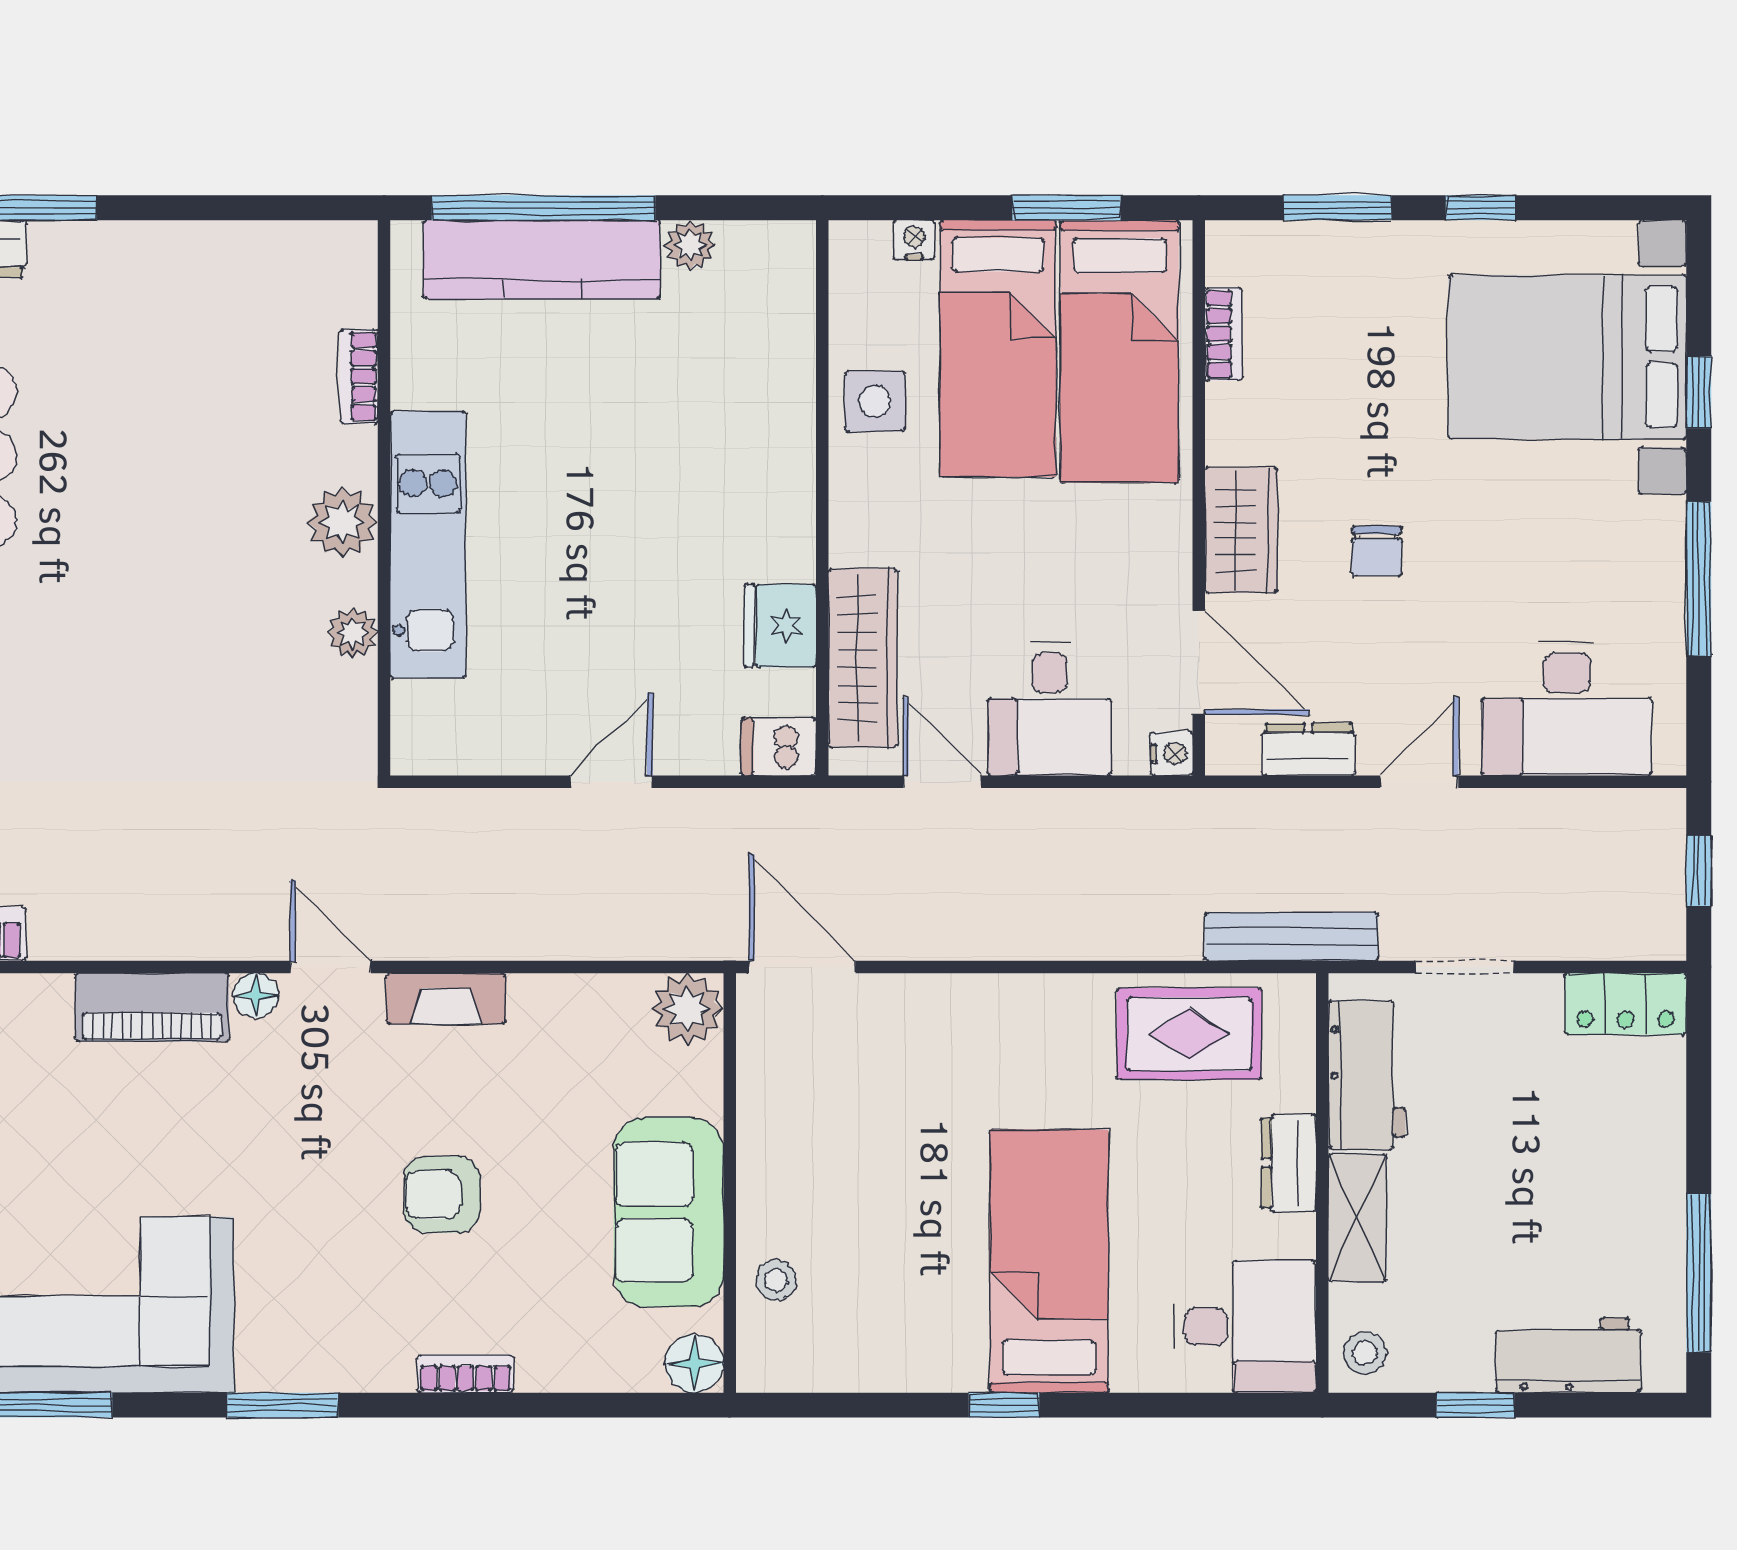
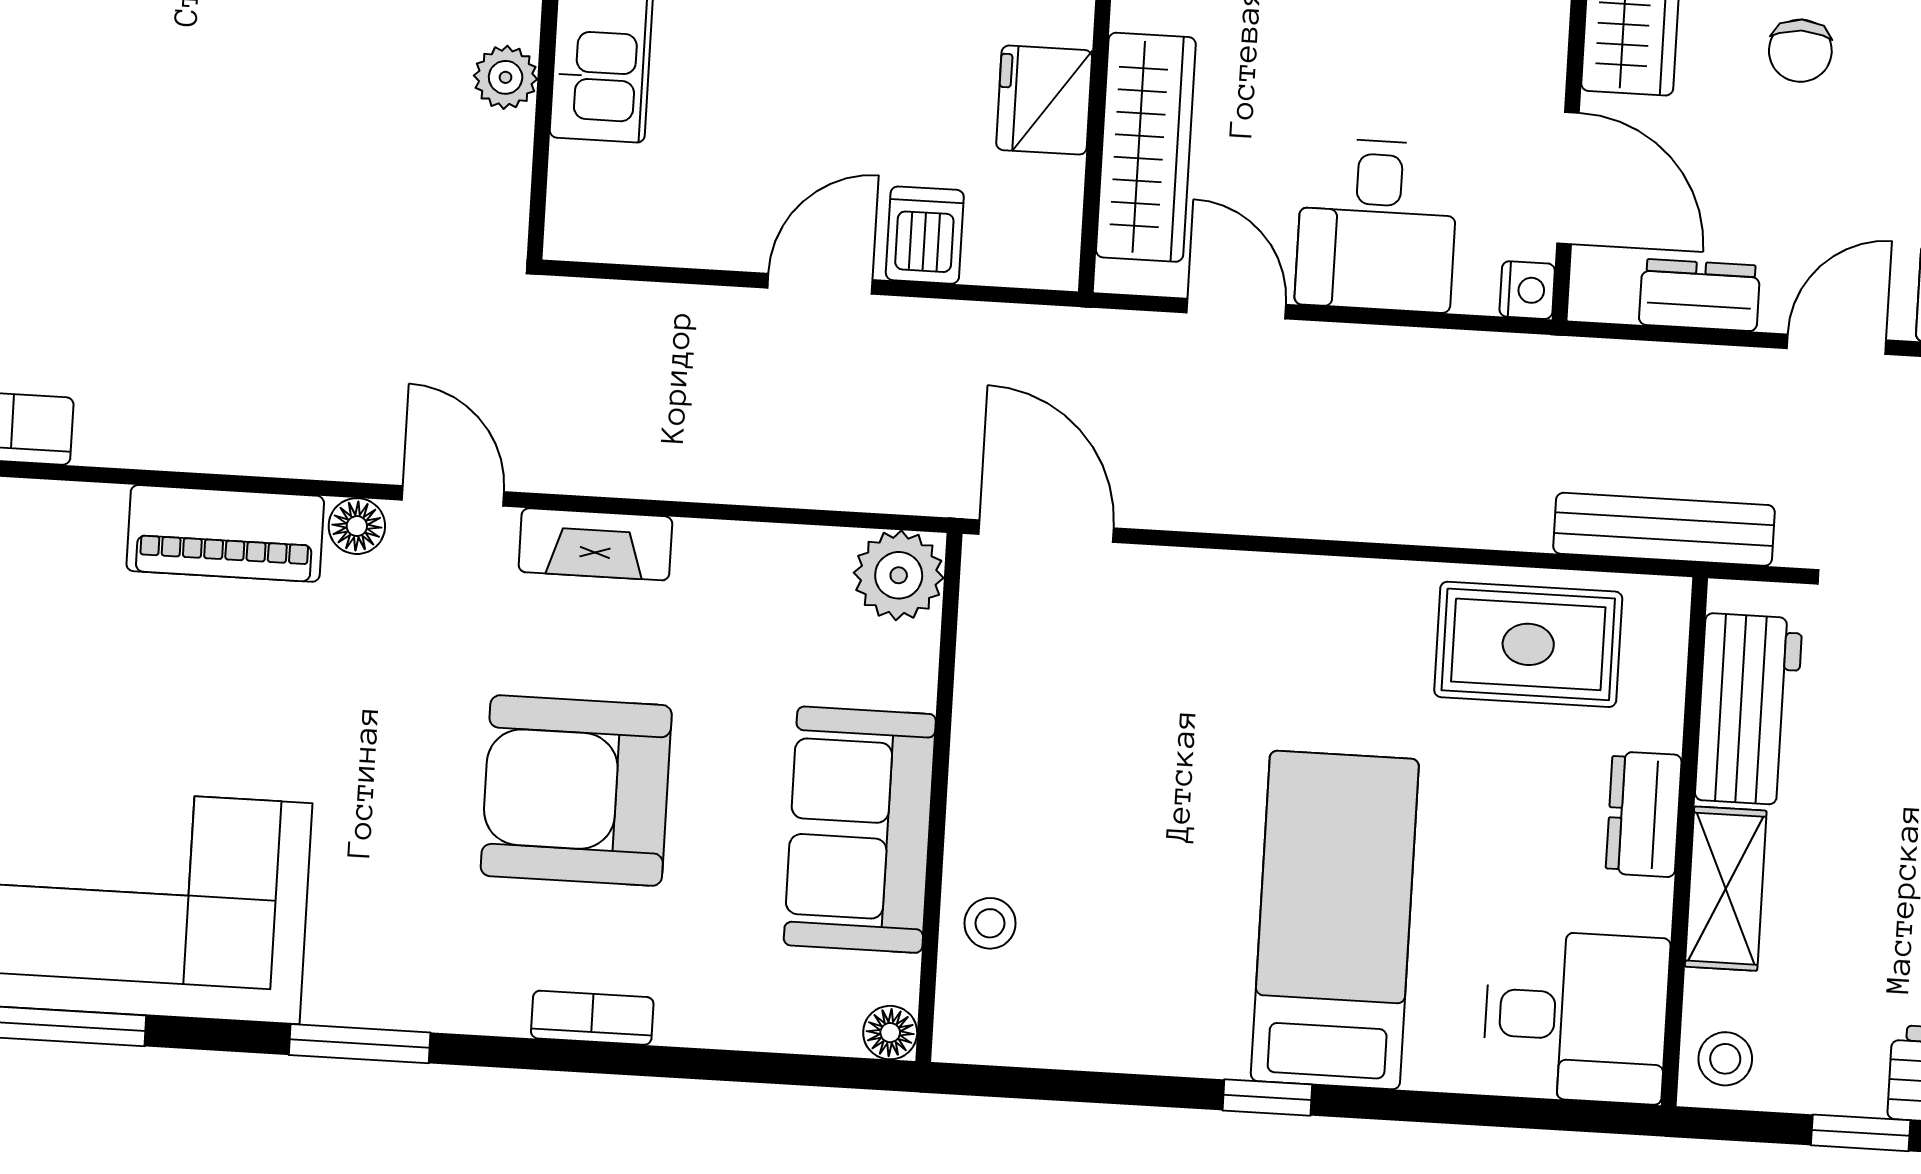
dishwasher: (779, 747) -> (925, 235), moved, turned 90
armchair: (442, 1195) -> (576, 791), width x1.88, depth x1.88
floor lamp: (694, 1363) -> (890, 1033), width x0.73, depth x0.73

